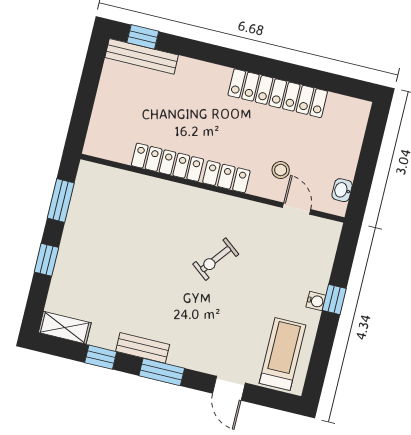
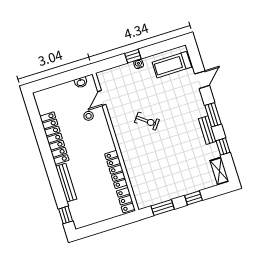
bench: (142, 56) -> (66, 183), moved
locker: (226, 177) -> (126, 200), moved

